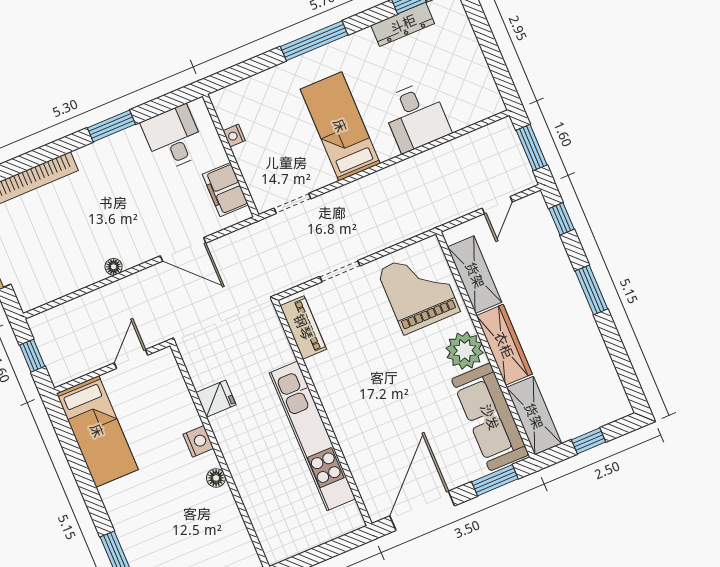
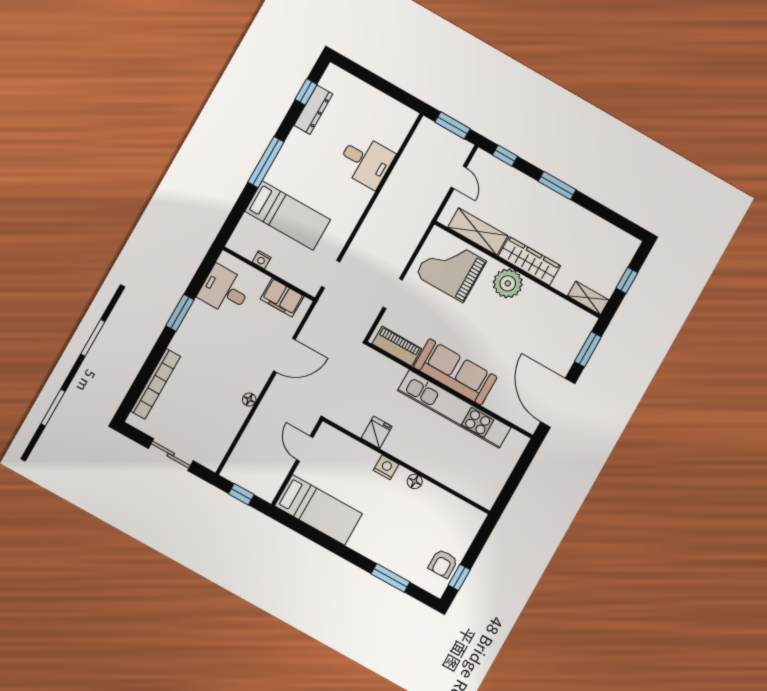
bed: (340, 126) -> (288, 216), moved, turned 180
shelving: (534, 416) -> (588, 298), width x0.67, depth x0.75
sofa: (490, 417) -> (455, 372), moved, turned 180

